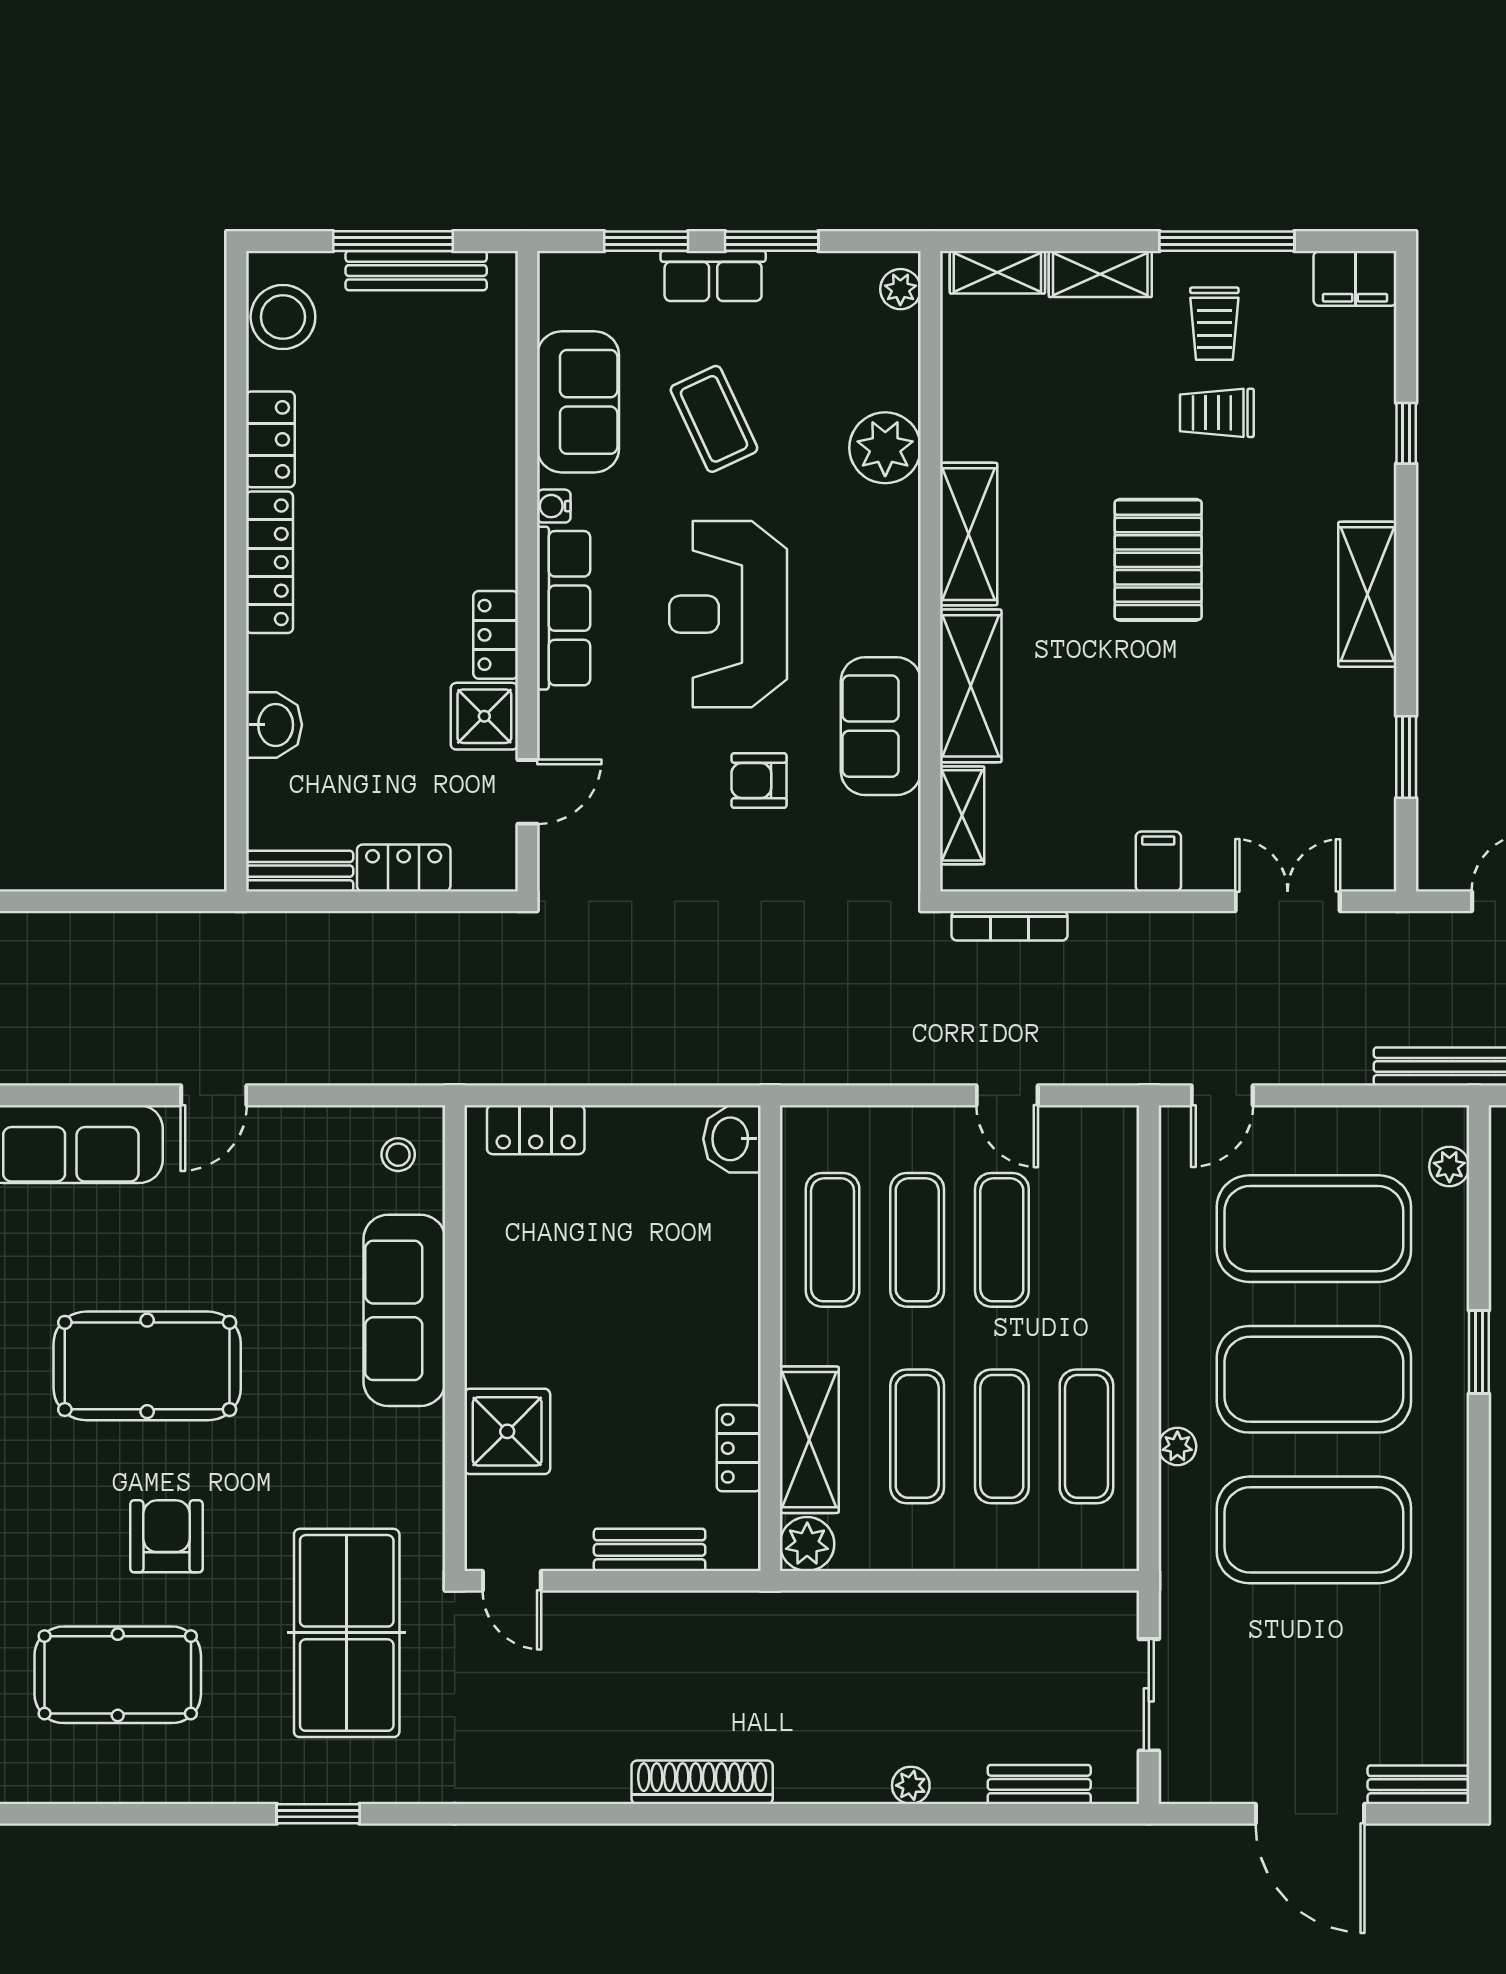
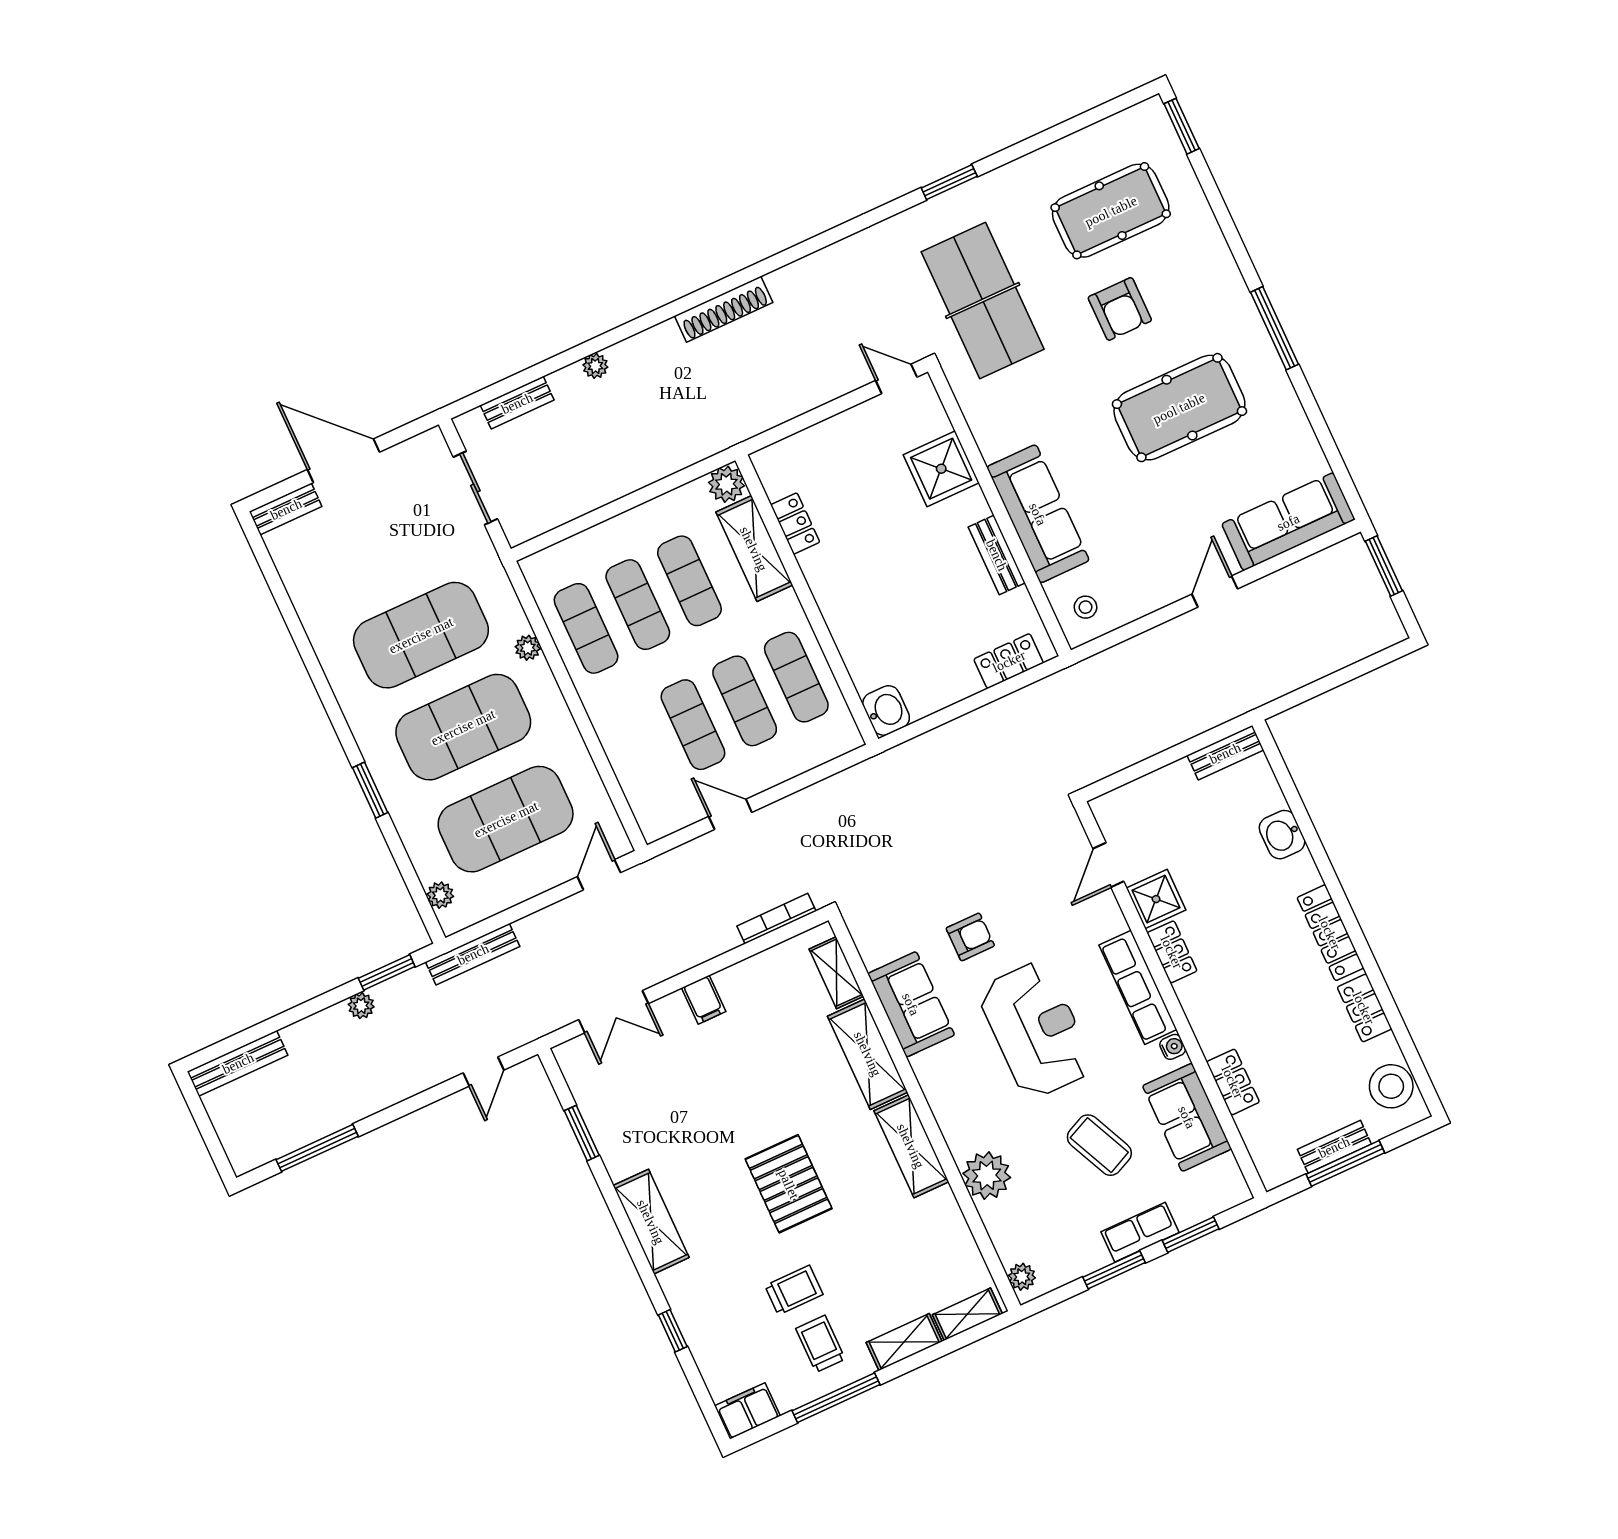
bench: (416, 271) -> (1334, 1147), width x0.73
locker: (404, 868) -> (1233, 1082), moved, turned -90
bench: (650, 1550) -> (997, 555), moved, turned 90

